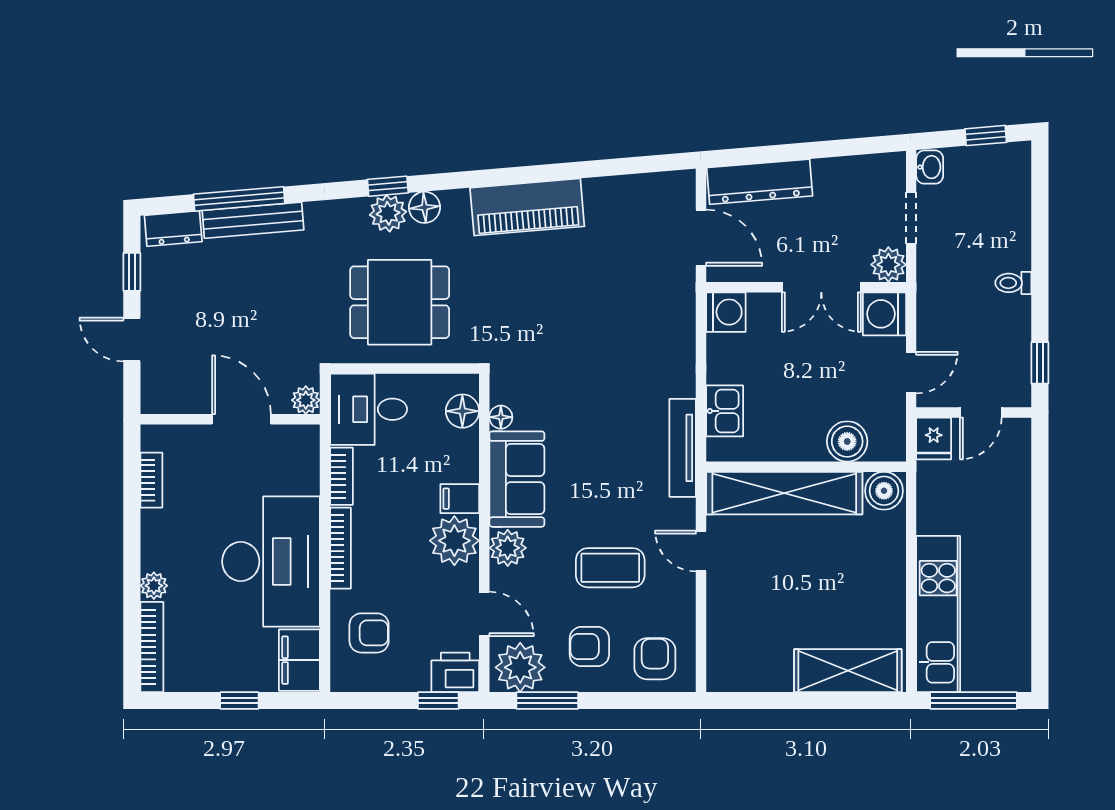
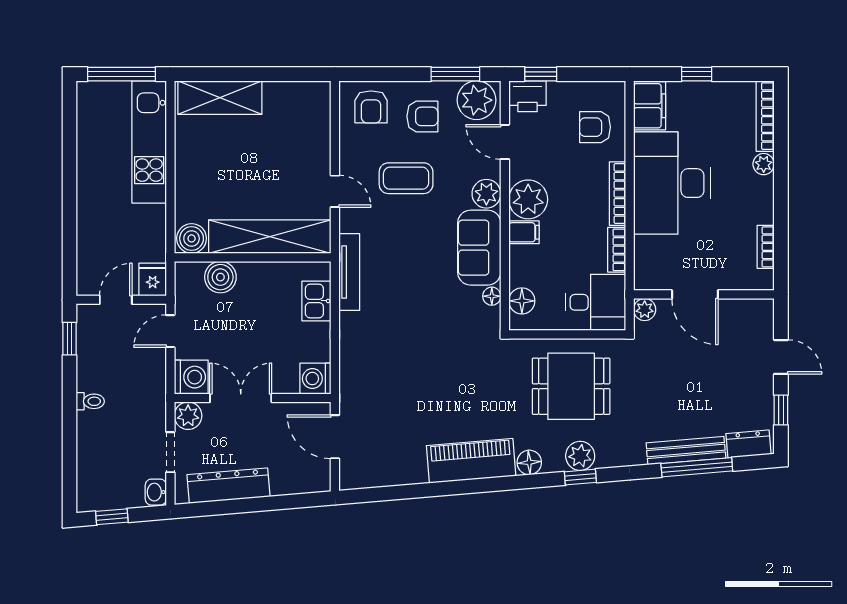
dresser: (760, 182) -> (228, 486), moved
floor lamp: (425, 207) -> (529, 462), moved

